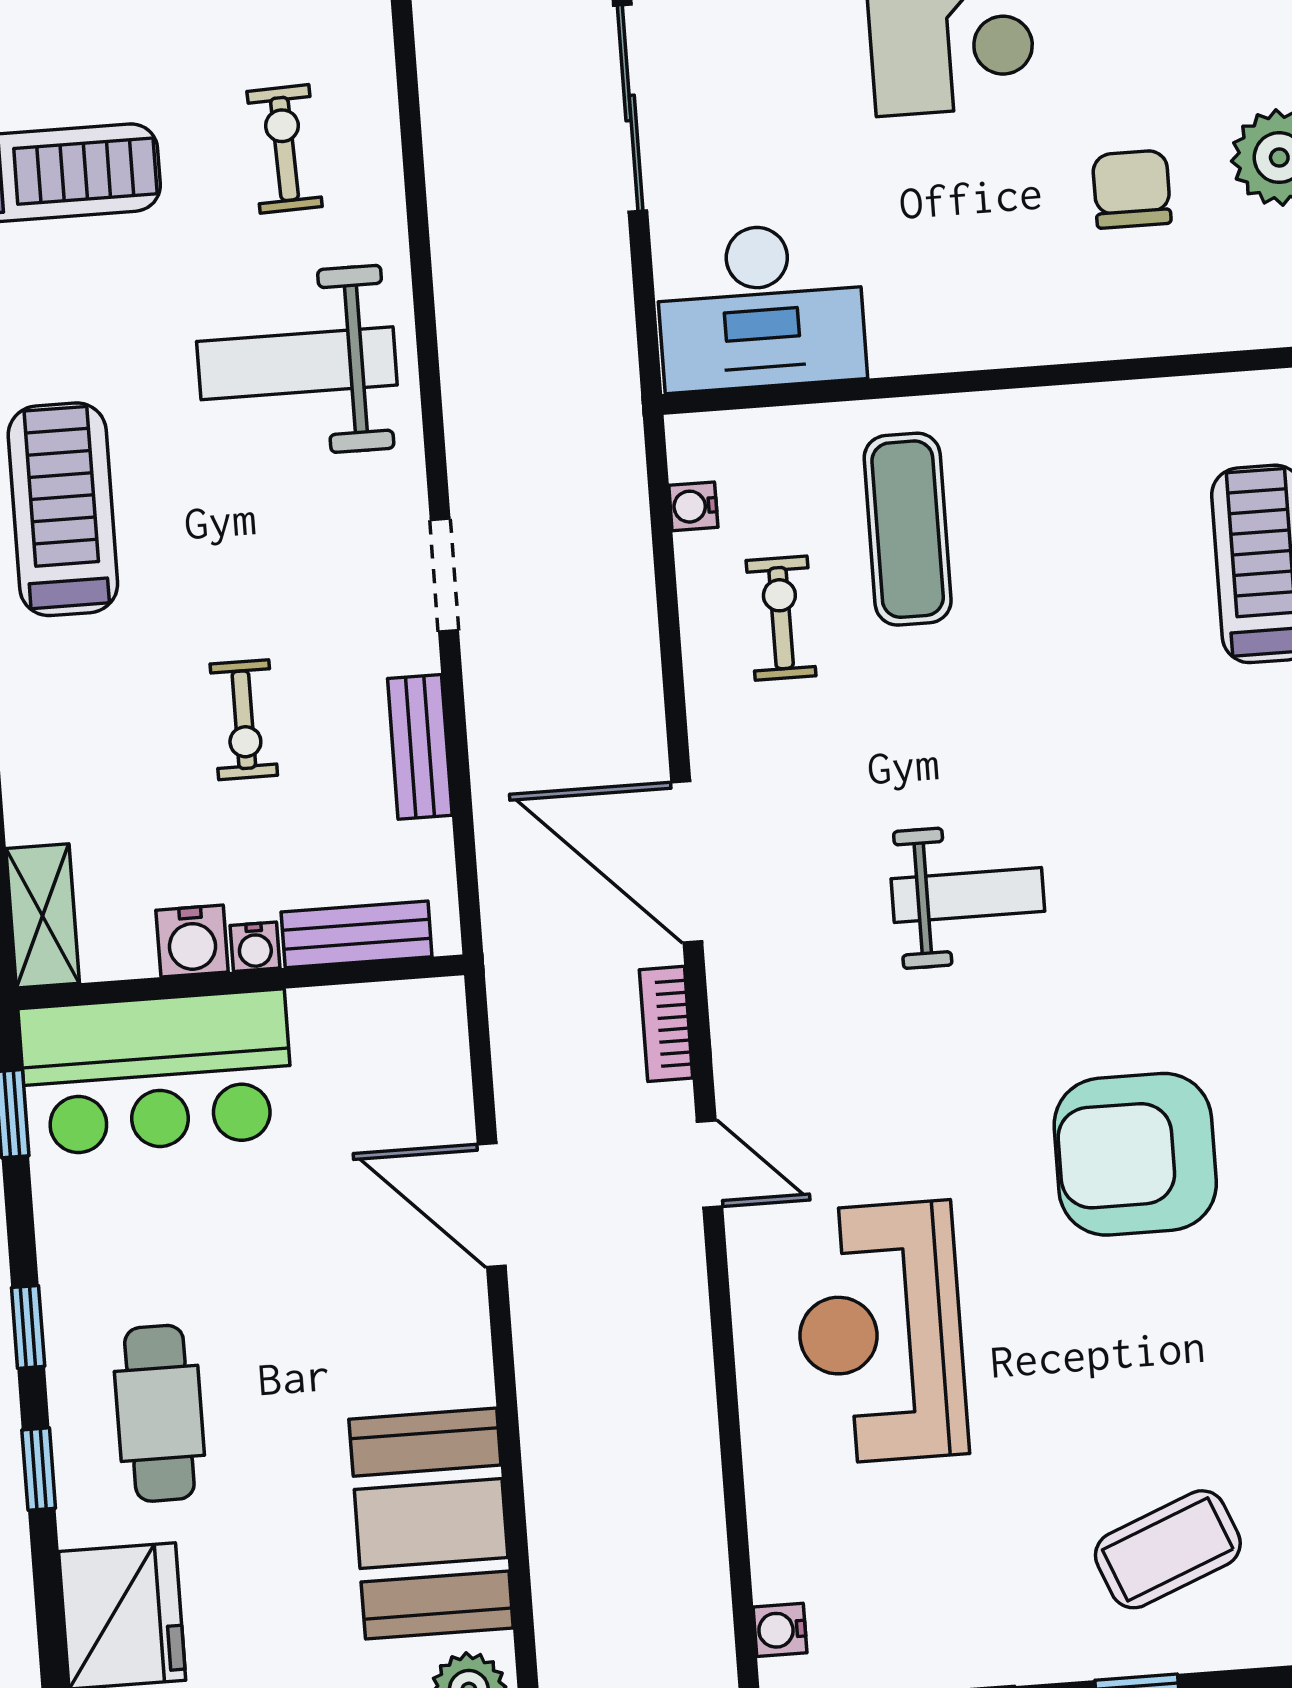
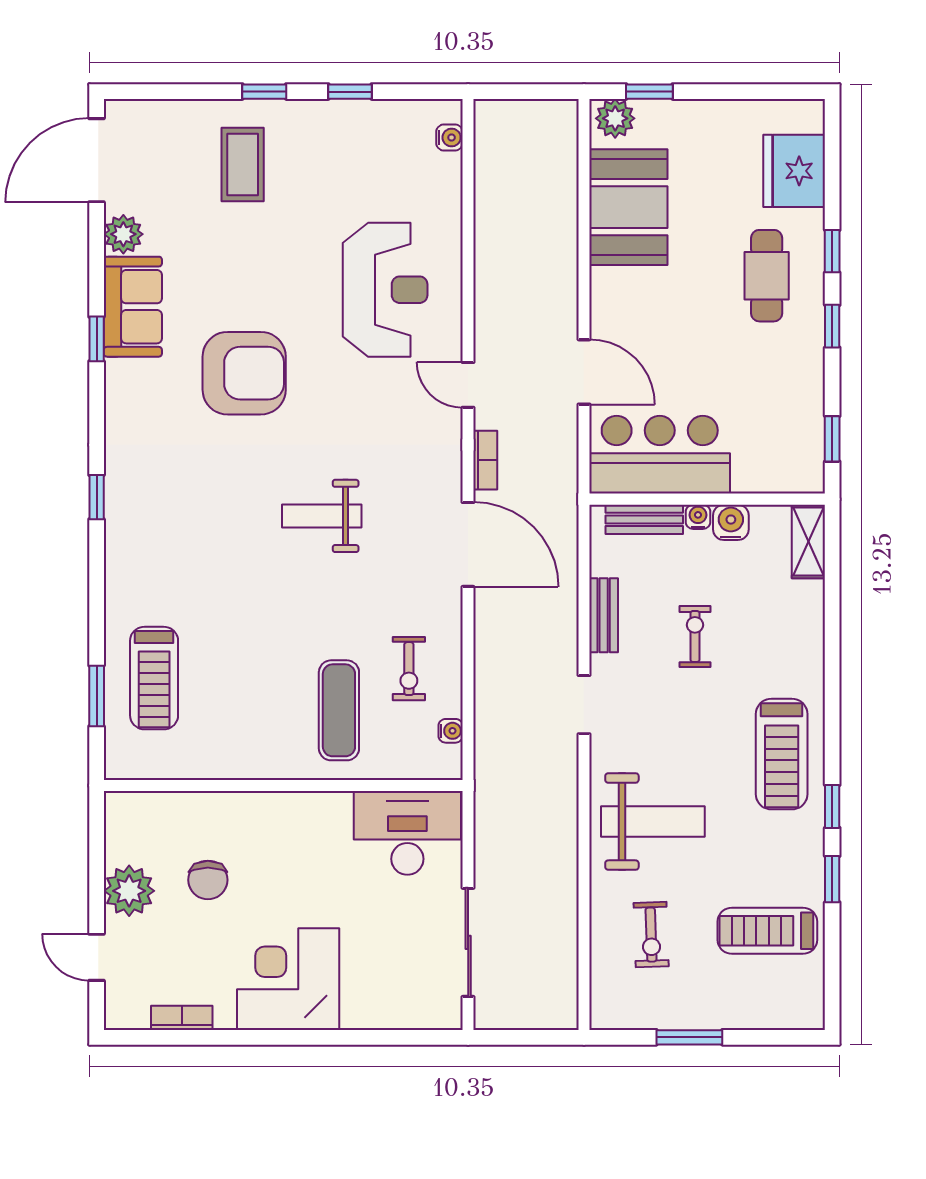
bar counter: (157, 1073) -> (660, 455), moved
coffee table: (1168, 1549) -> (243, 165), turned -68

